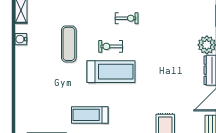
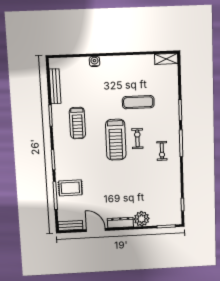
water cooler: (21, 39) -> (94, 61), moved
treadmill: (90, 115) -> (77, 123), turned 180

